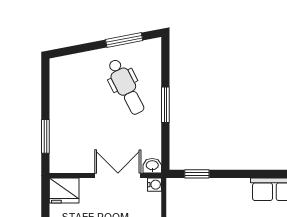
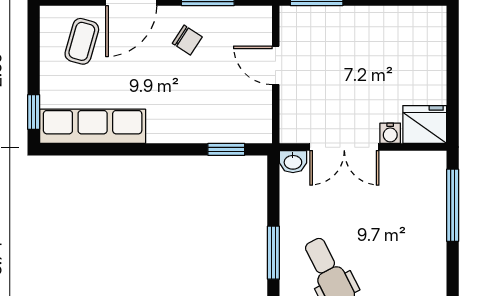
window: (45, 136) -> (453, 205), width x1.44
water cooler: (155, 185) -> (390, 133), moved, turned -90

